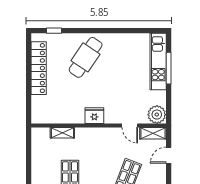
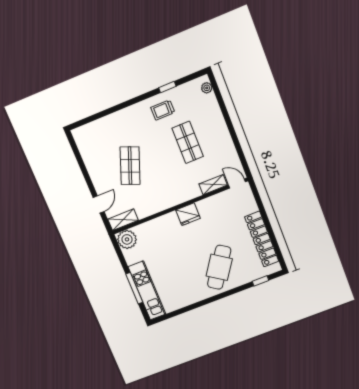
door: (130, 125) -> (237, 184), moved

